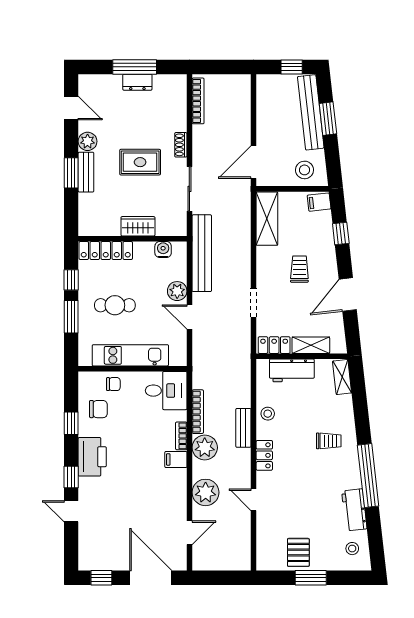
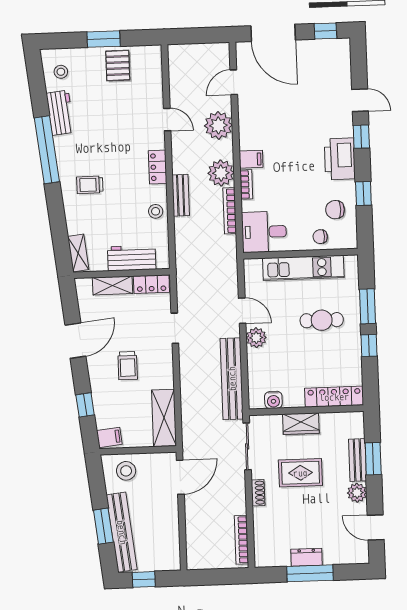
wardrobe: (138, 226) -> (301, 424), moved
wall: (133, 239) -> (306, 410), moved
water cooler: (163, 250) -> (273, 400), moved
locker: (106, 251) -> (334, 397), moved

